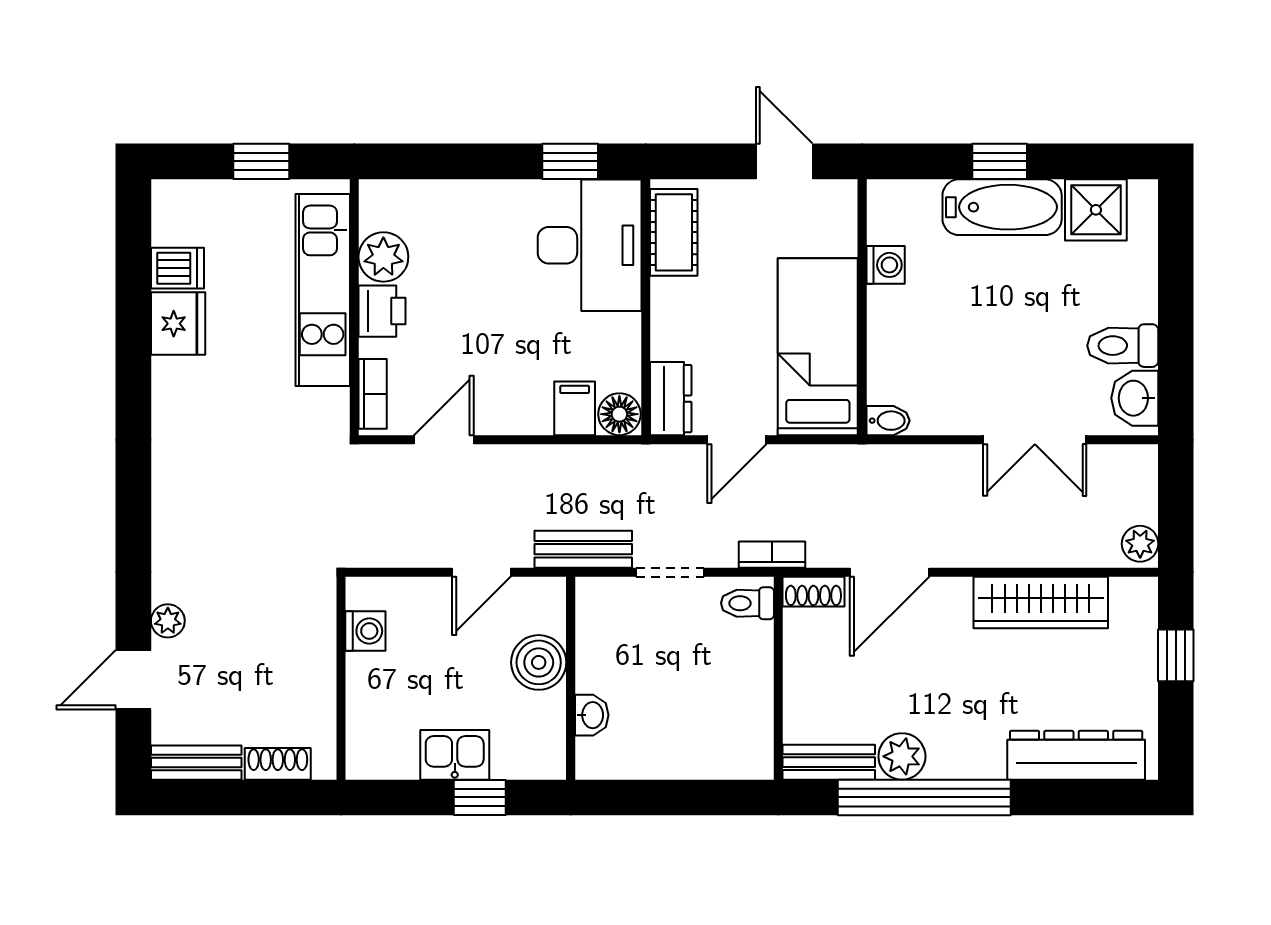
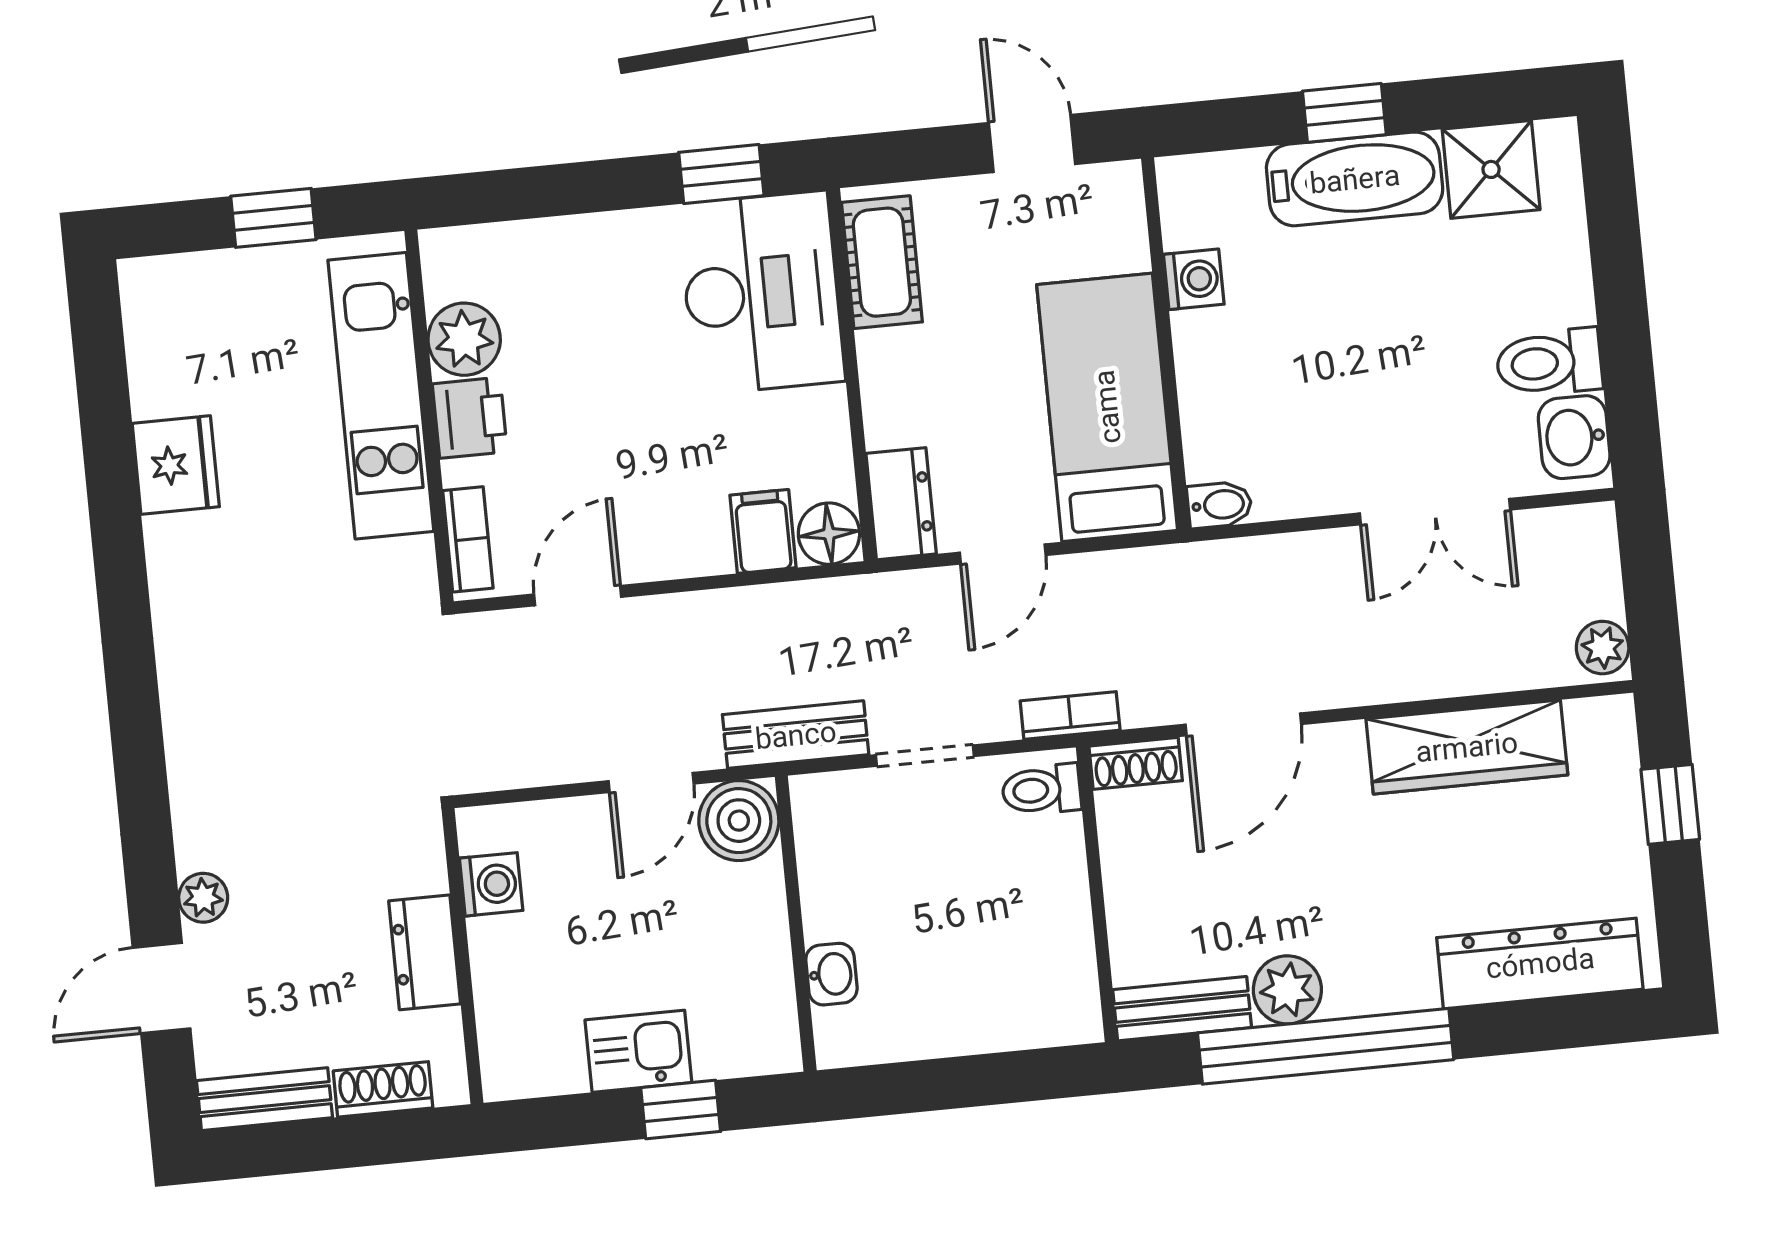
dishwasher: (177, 268) -> (167, 385), removed
boiler: (539, 662) -> (739, 821), moved
dresser: (315, 673) -> (425, 952), added

